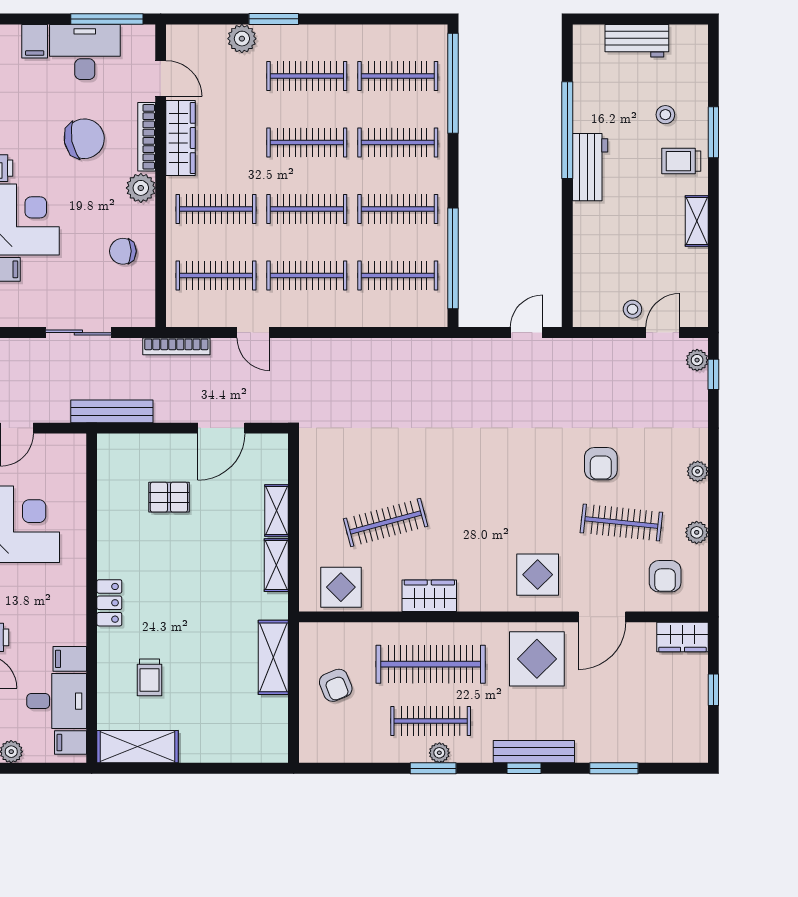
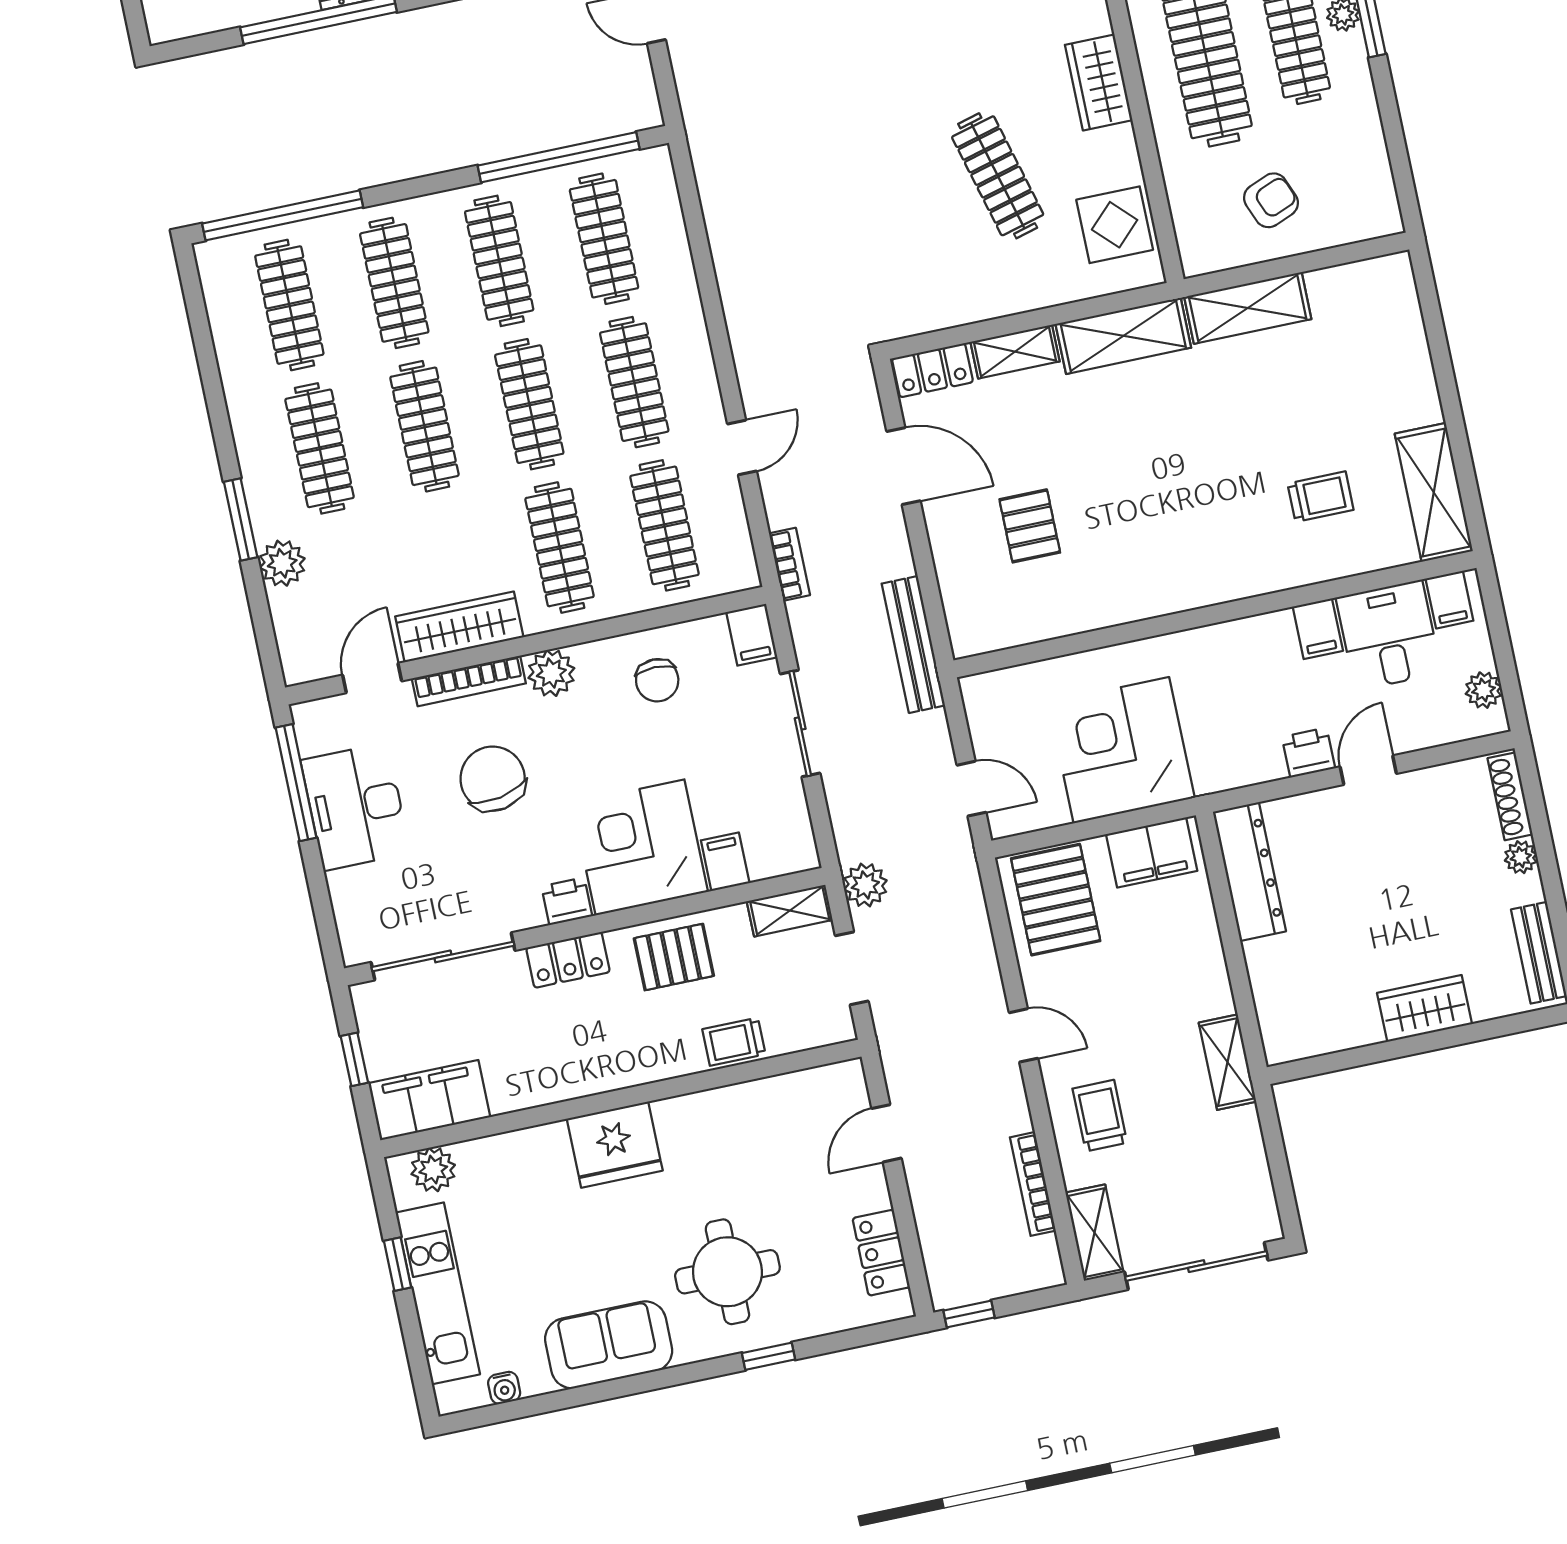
filing cabinet: (35, 41) -> (752, 635), moved, turned 90
bookcase: (176, 346) -> (789, 564), width x0.64
shelving: (276, 565) -> (1123, 336), width x1.50, depth x1.33
locker: (109, 603) -> (932, 370), moved, turned 180

